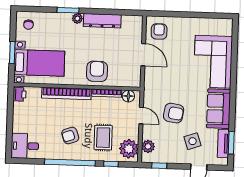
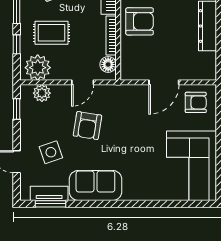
corner sofa: (213, 62) -> (191, 166), moved, turned -90

